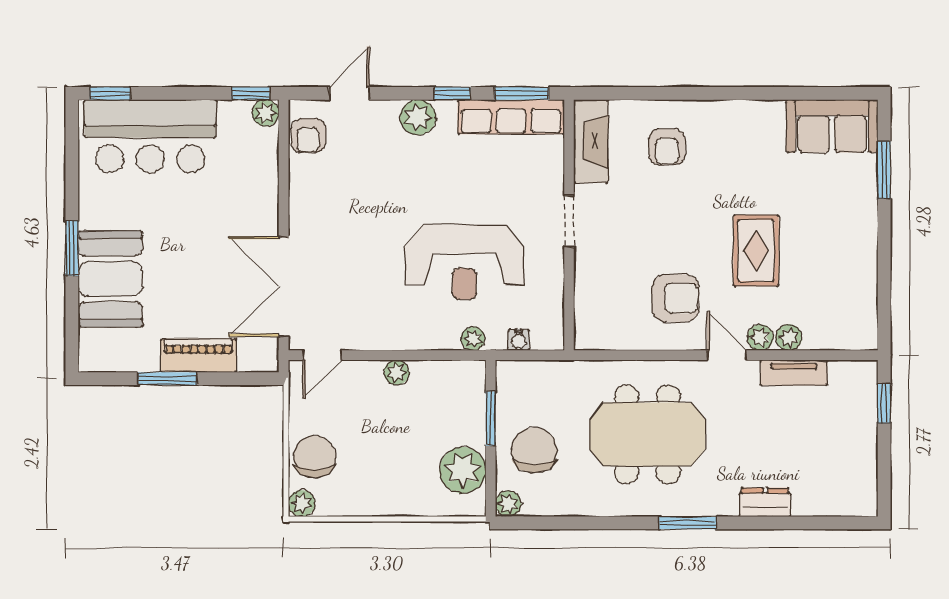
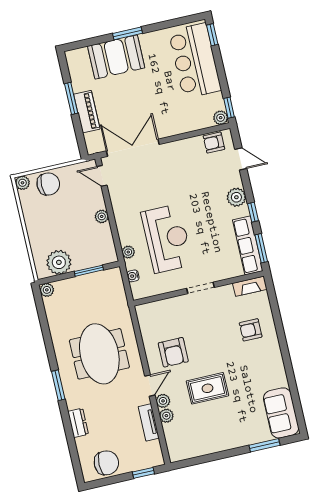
fireplace: (591, 141) -> (250, 286), width x0.73, depth x0.76
reception desk: (464, 262) -> (167, 238), turned 180
chair: (534, 450) -> (106, 463), moved

